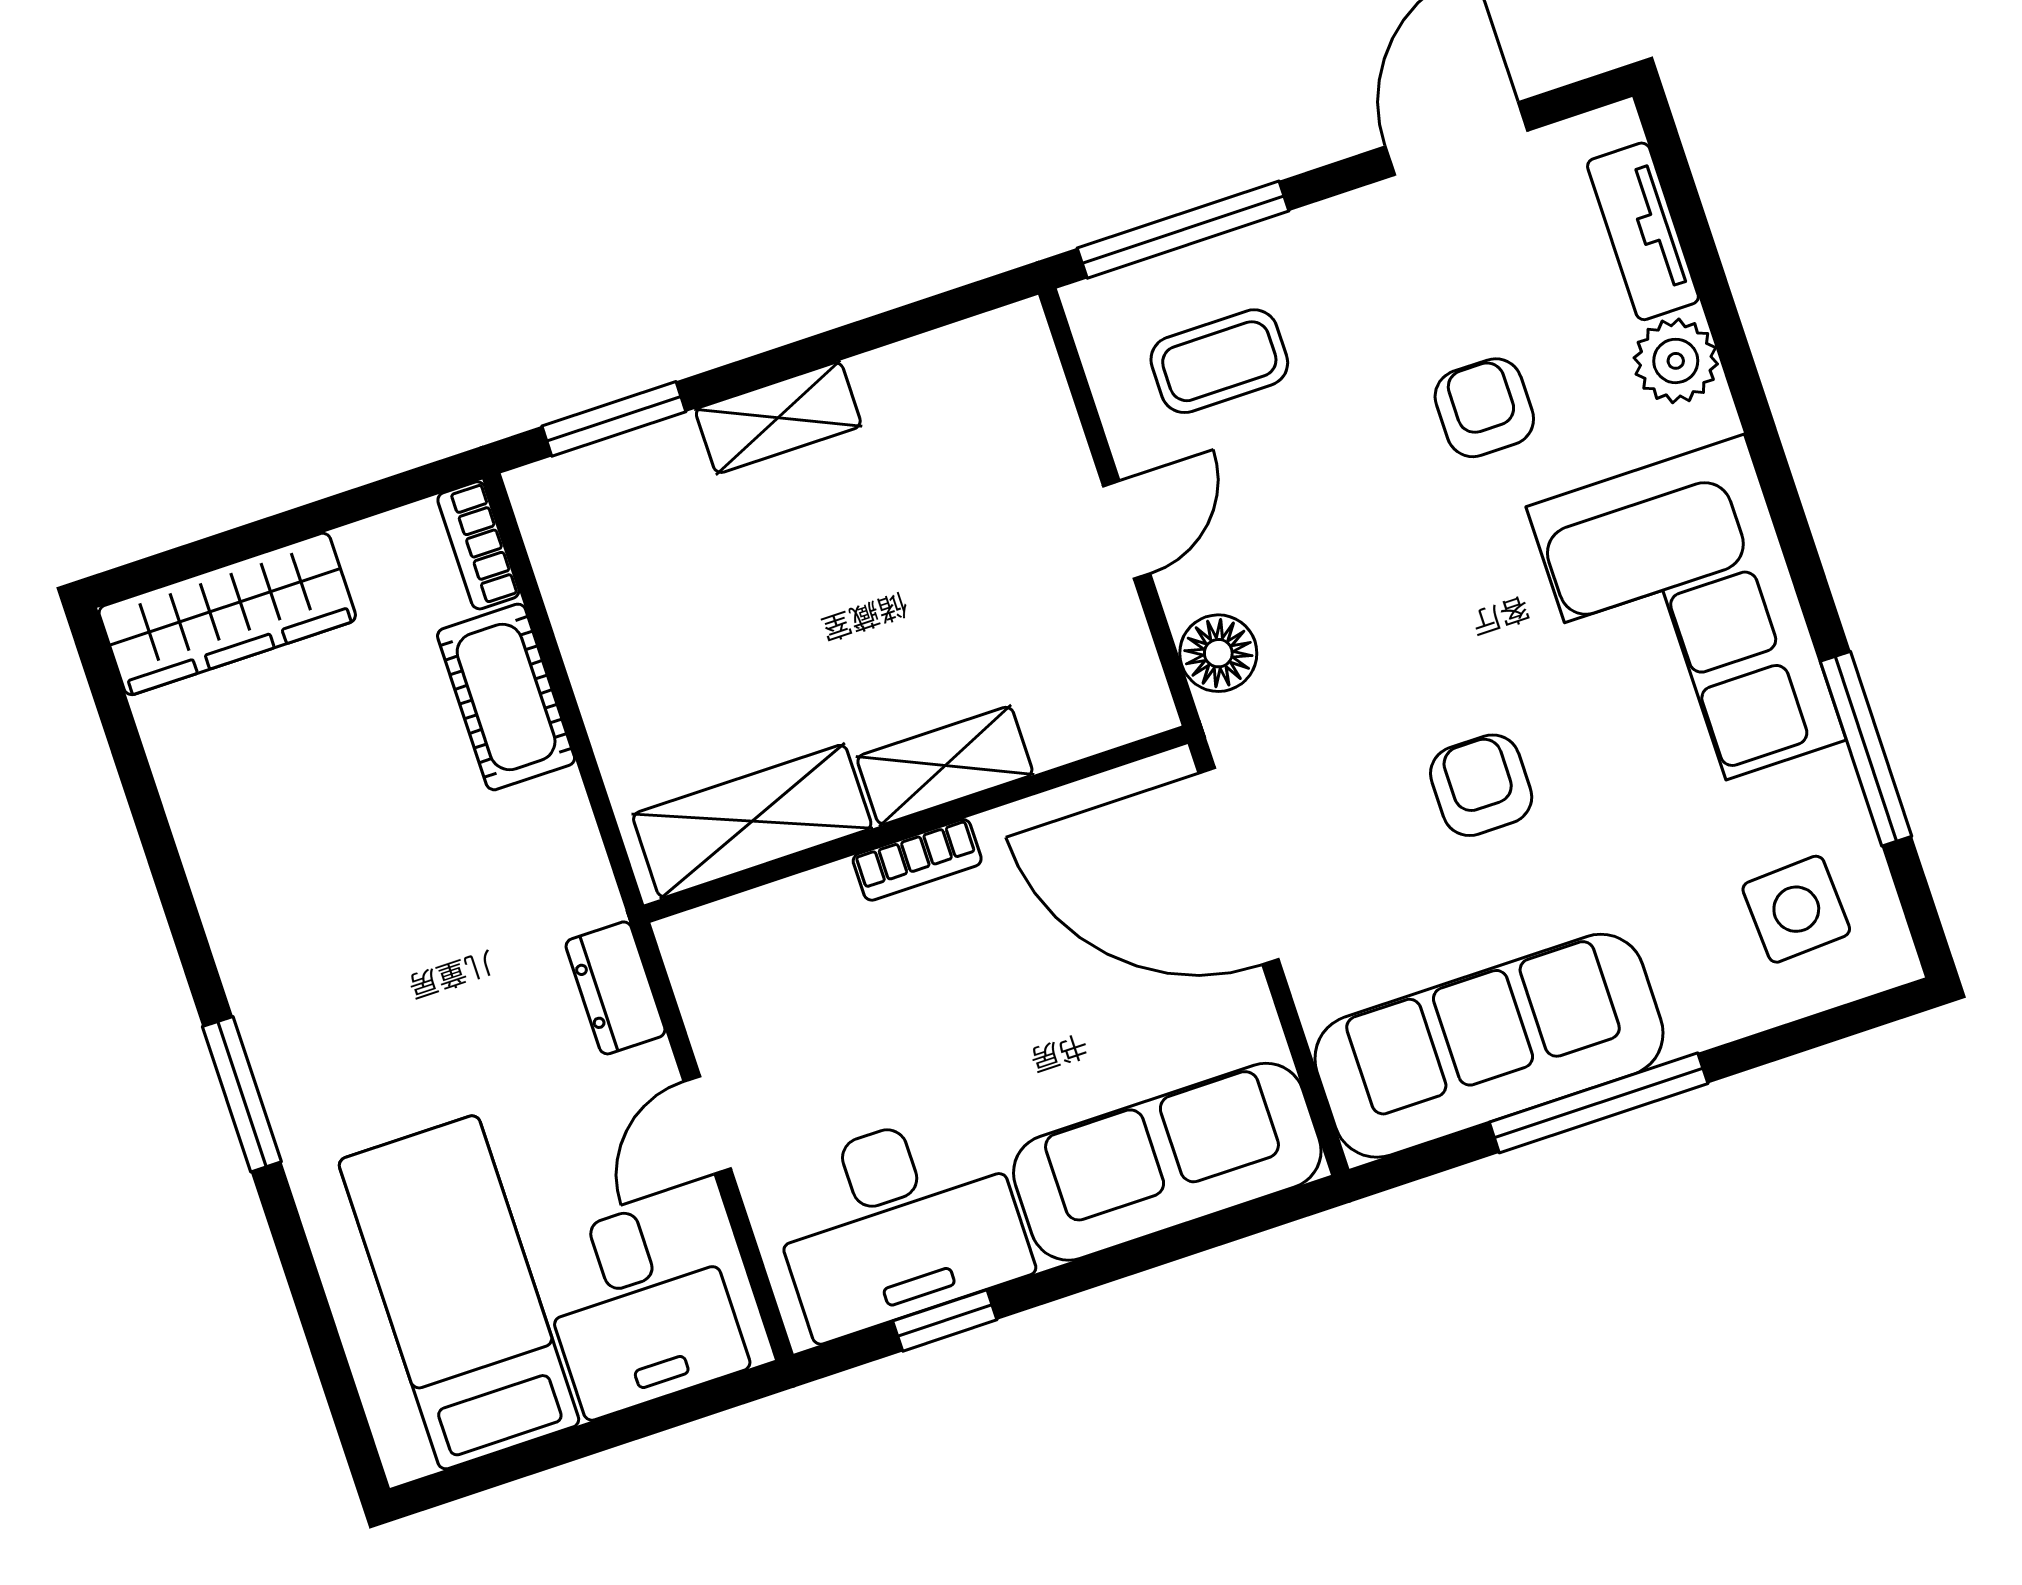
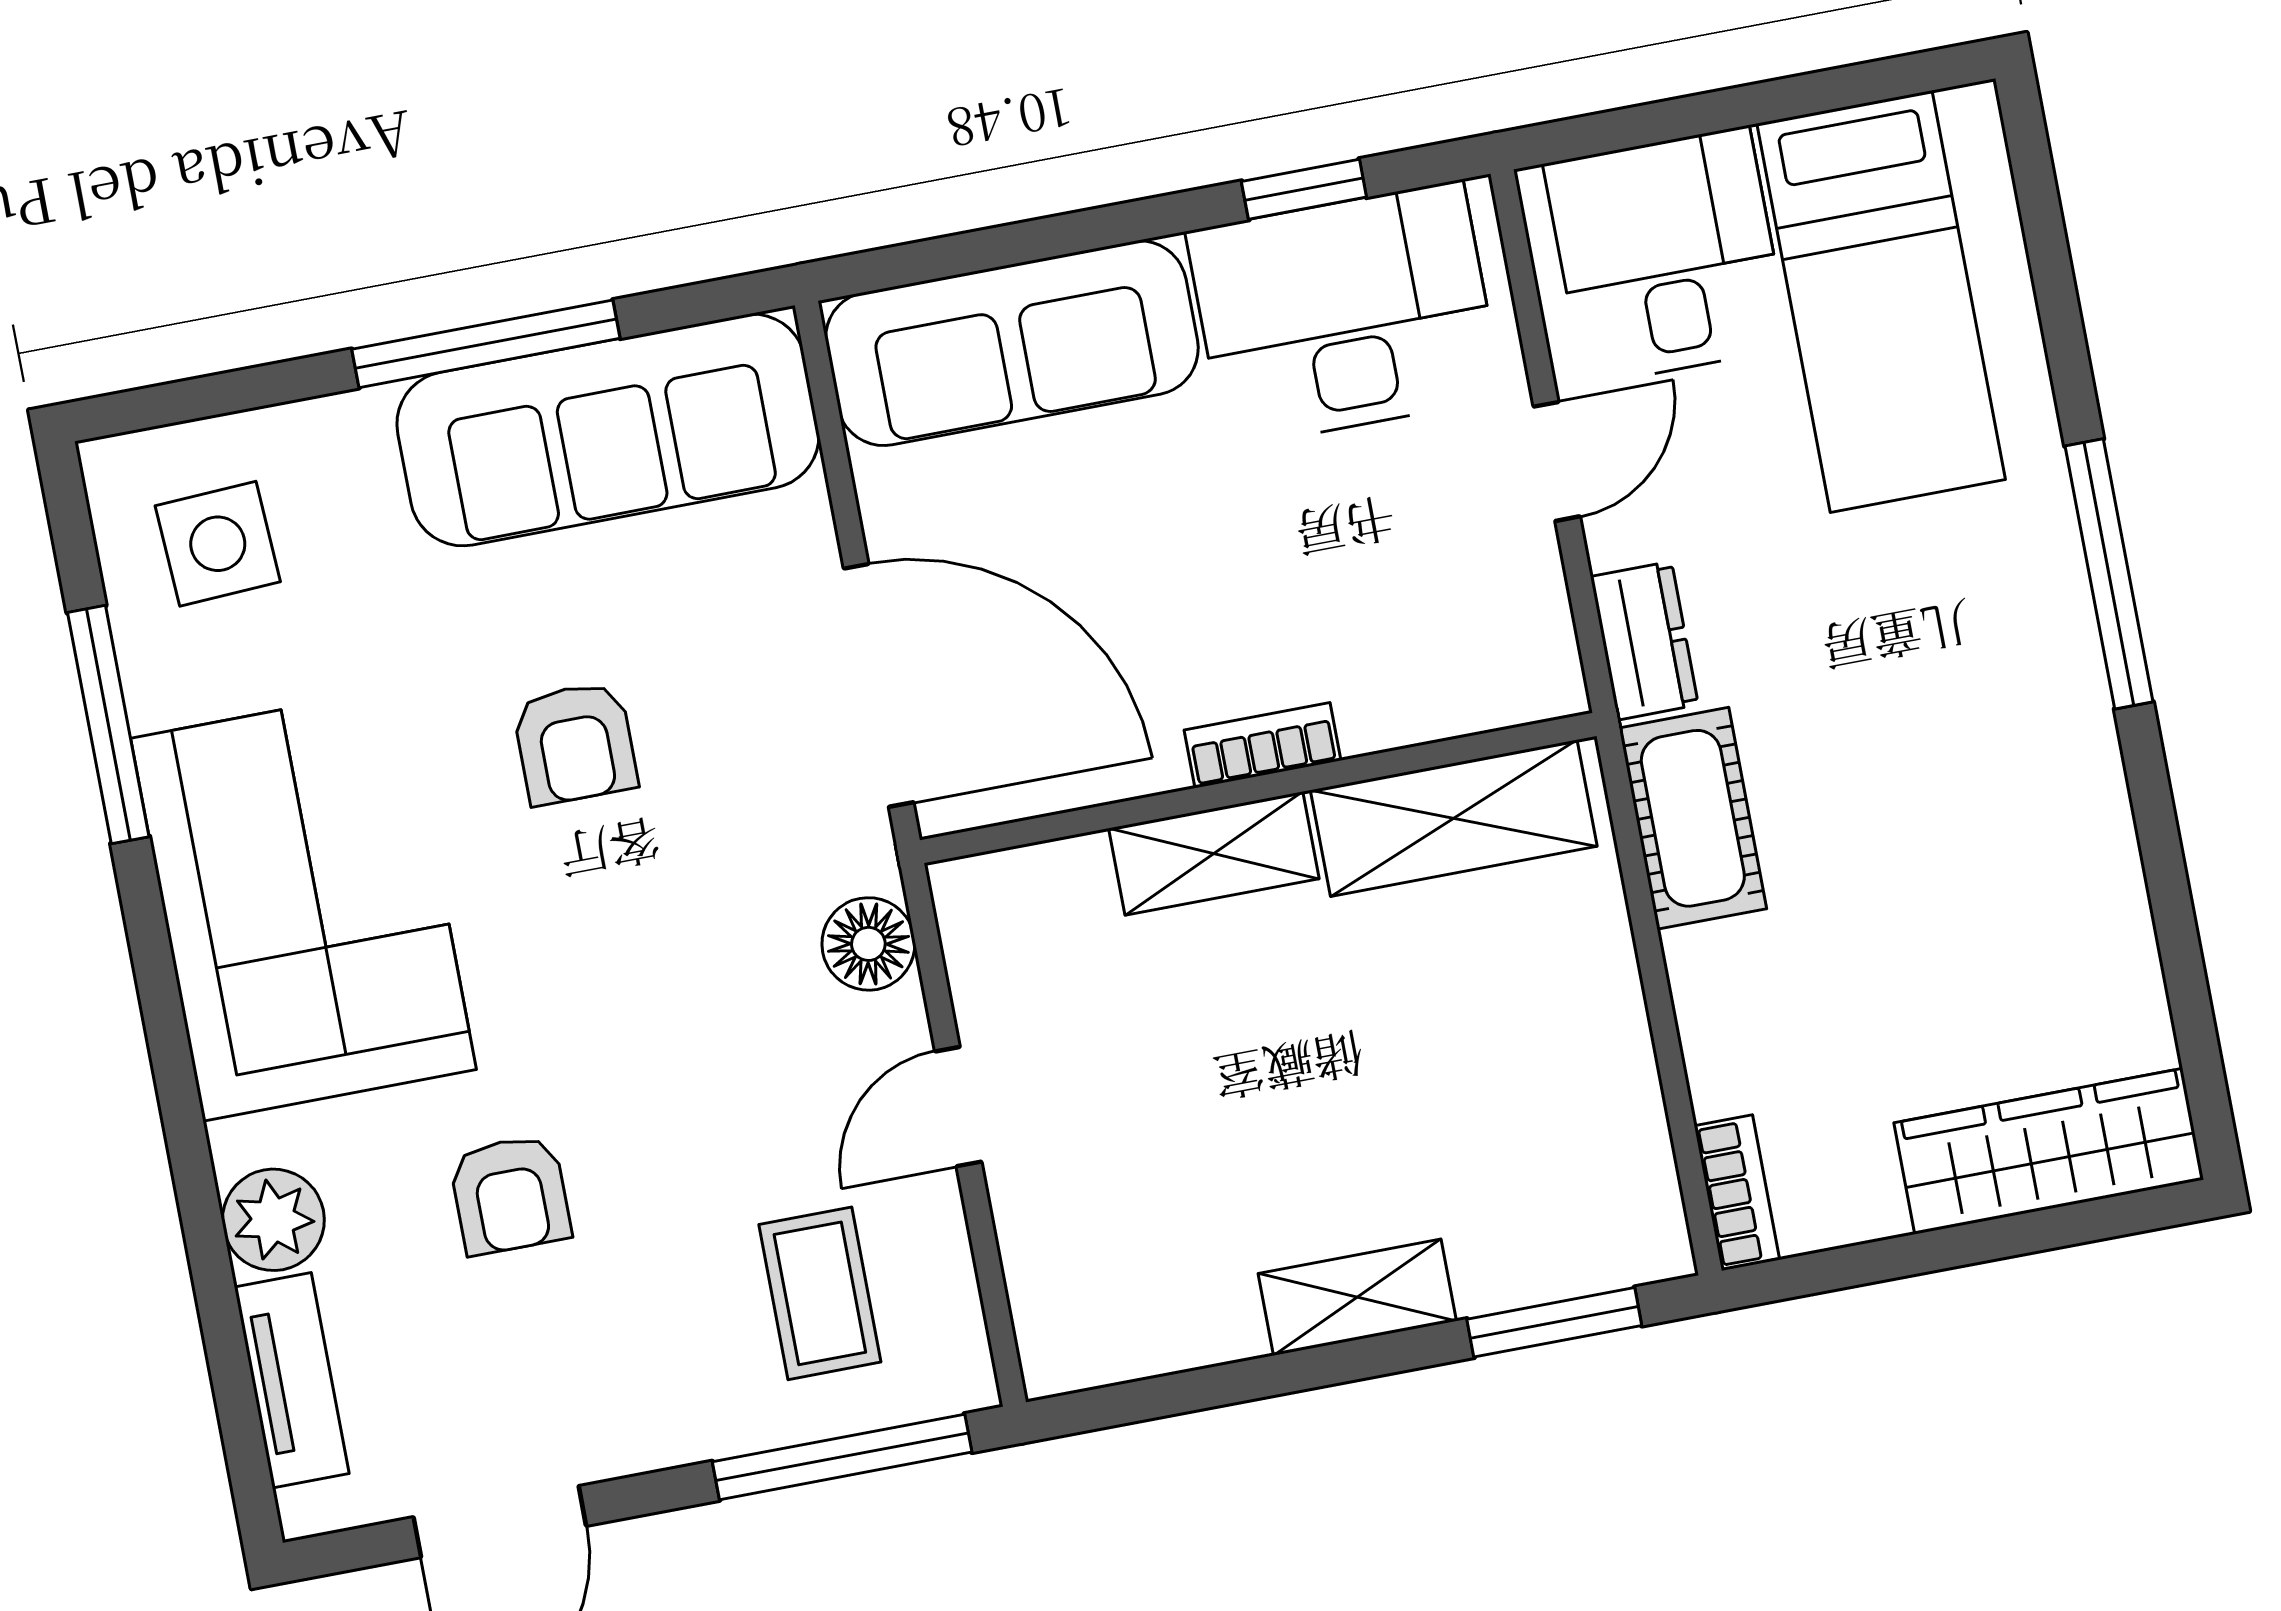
coffee table: (1219, 361) -> (820, 1293), turned 90
cot: (506, 697) -> (1693, 818), moved
window: (242, 1094) -> (2109, 574), width x1.44

